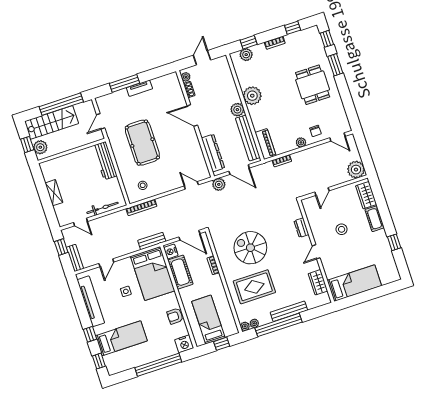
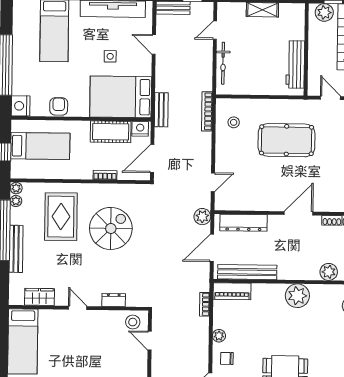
plant: (237, 110) -> (329, 272), moved
workbench: (105, 161) -> (295, 64), moved, turned -90
stool: (342, 229) -> (133, 322), moved

